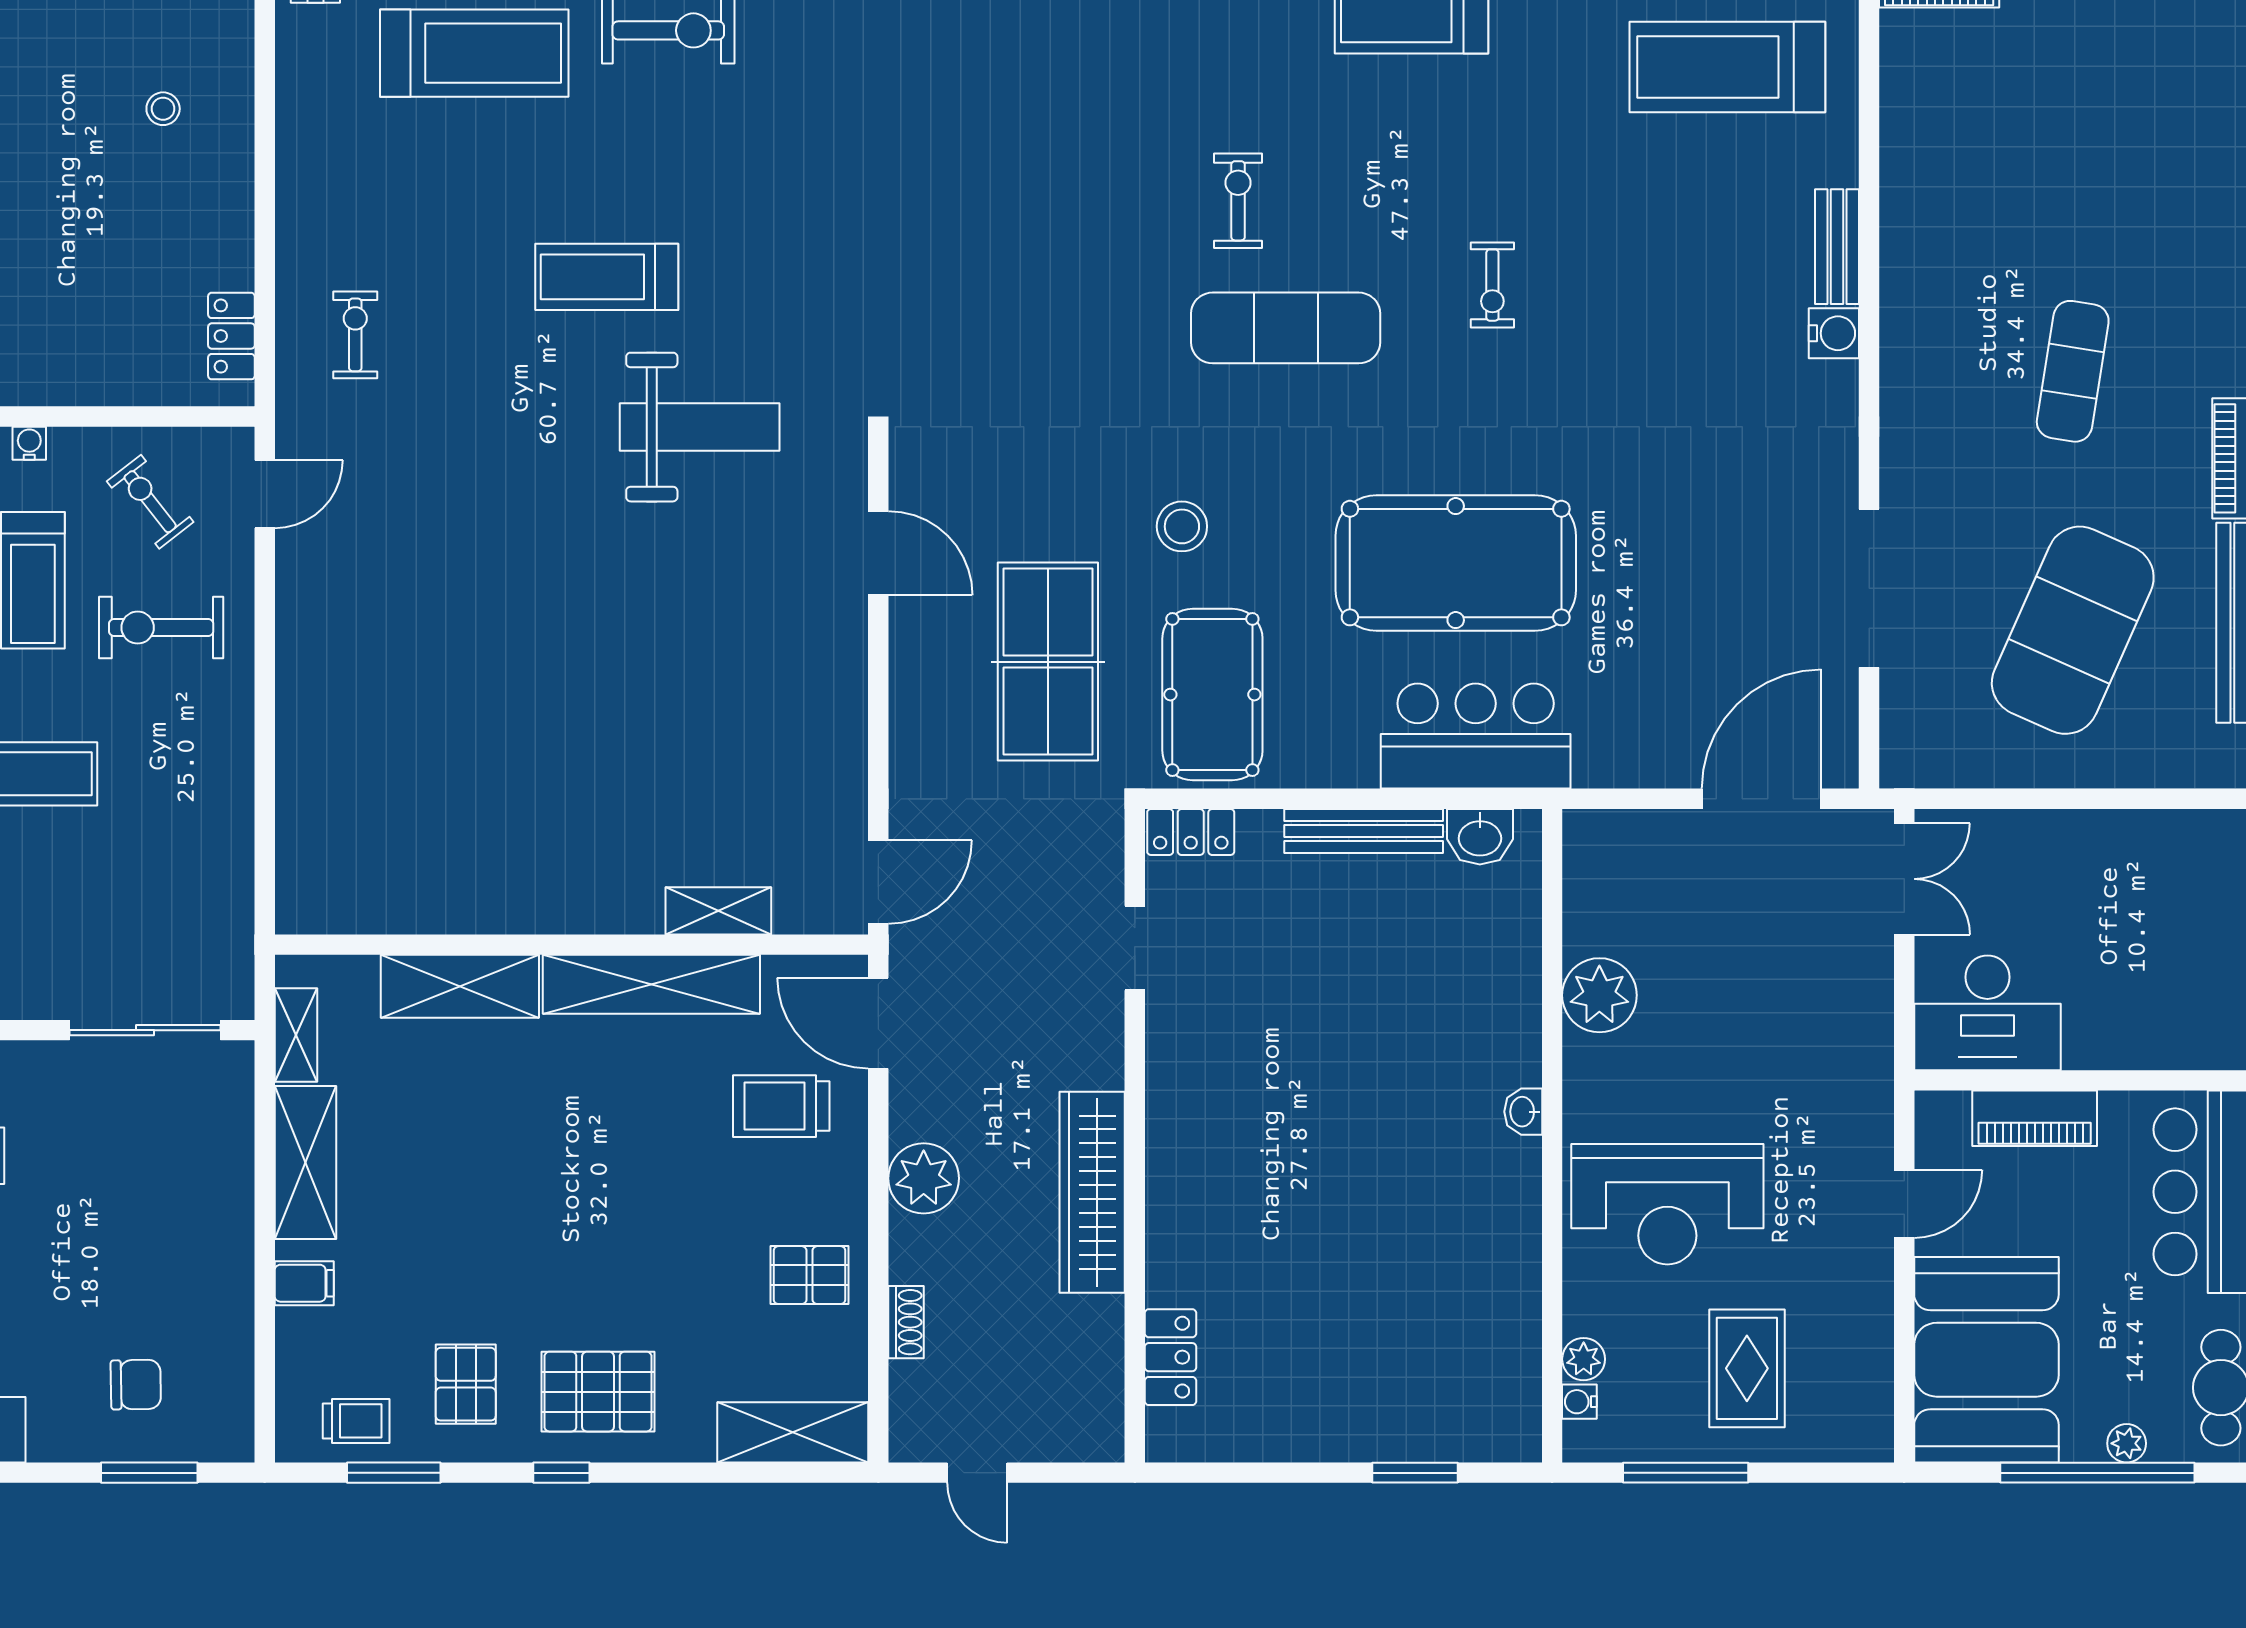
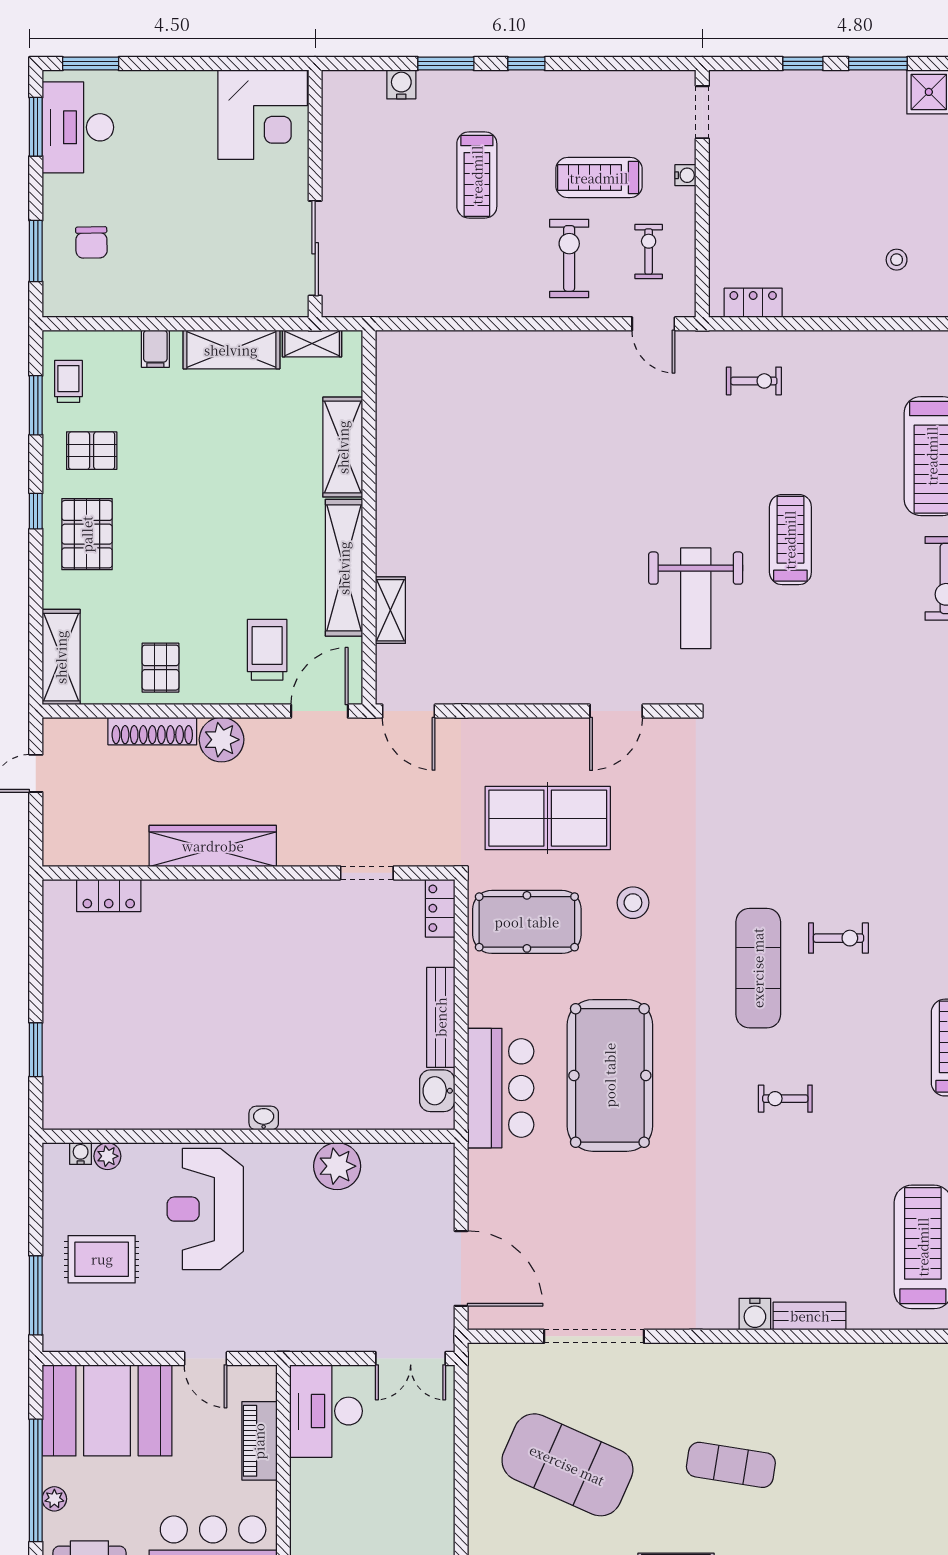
exercise bike: (150, 502) -> (649, 251), turned -52
shoe rack: (906, 1322) -> (152, 731), width x1.94, depth x1.24
trolley: (356, 1421) -> (68, 381), turned 180
window: (1686, 1473) -> (36, 1295), moved

